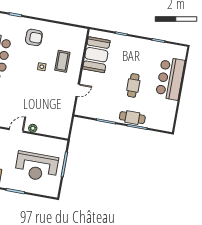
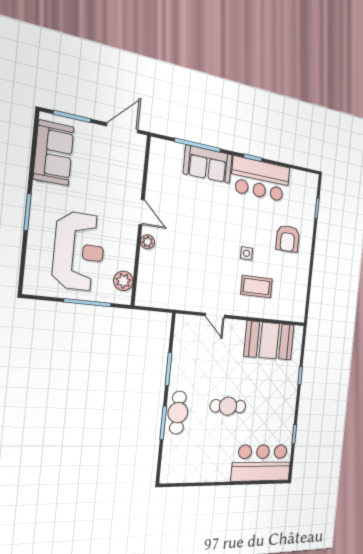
bar counter: (170, 78) -> (262, 463), moved
plant: (54, 144) -> (123, 281), added
reception desk: (37, 167) -> (79, 251), turned 180

